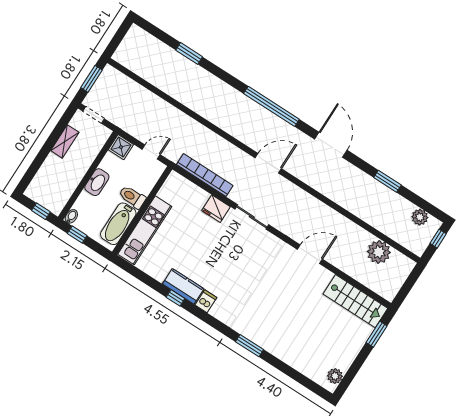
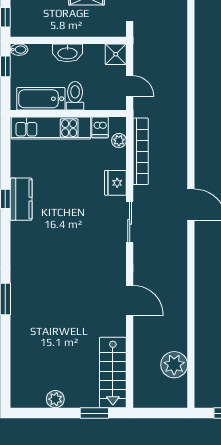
plant: (186, 186) -> (119, 141), added
dishwasher: (206, 301) -> (100, 127), moved, turned 90
plant: (335, 376) -> (55, 399), moved

